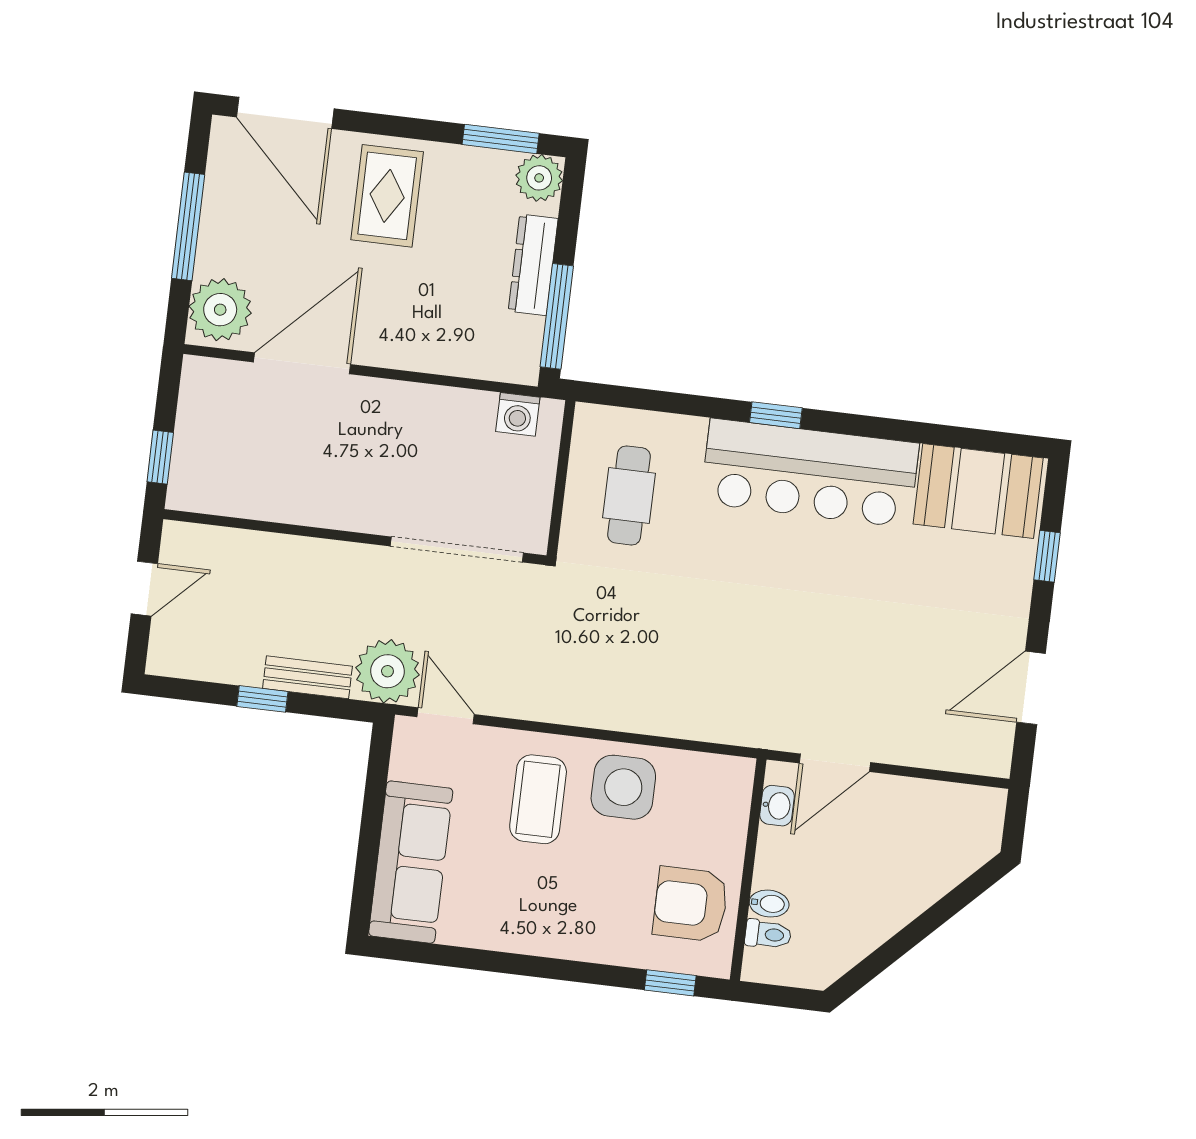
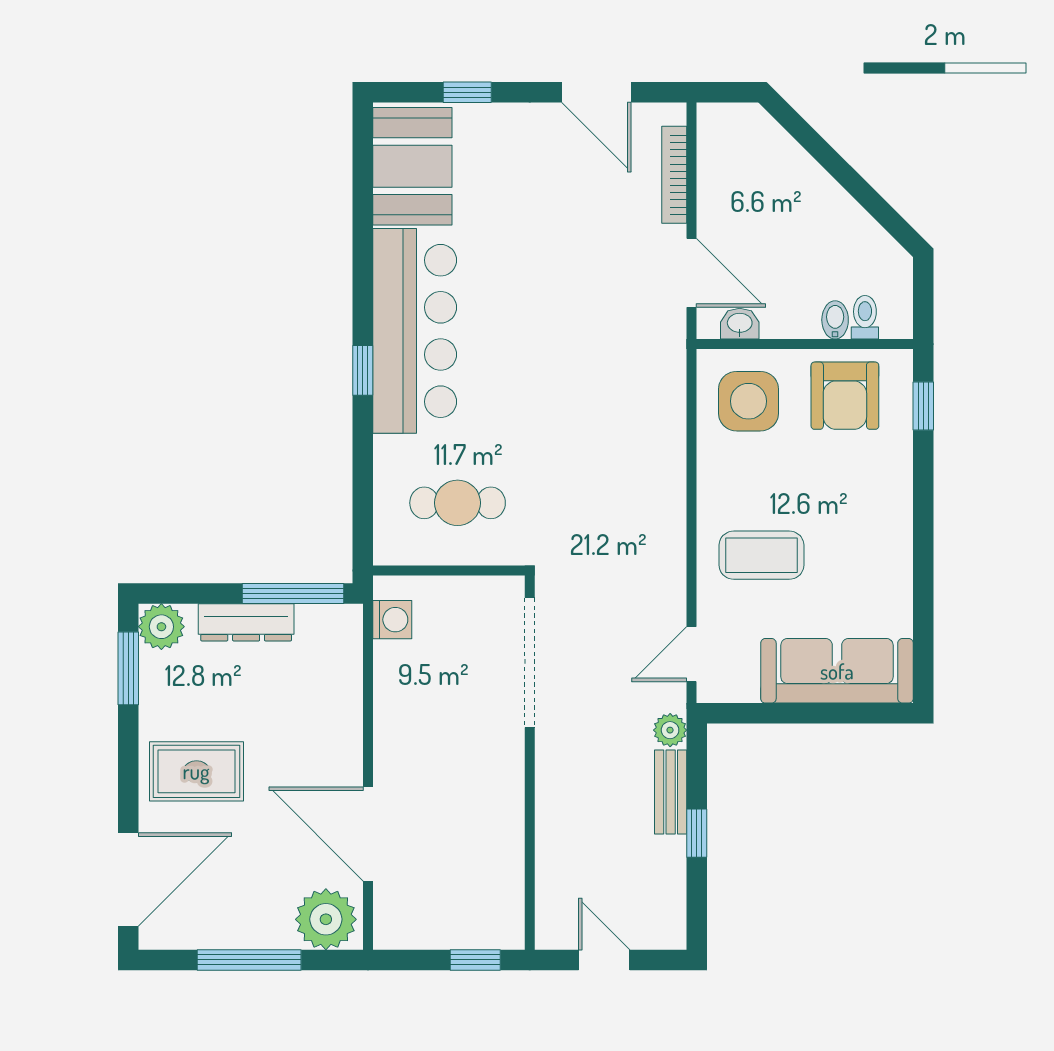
plant: (387, 671) -> (670, 730), width x0.53, depth x0.53
bookcase: (937, 757) -> (674, 175), added
side table: (623, 787) -> (748, 401), moved

